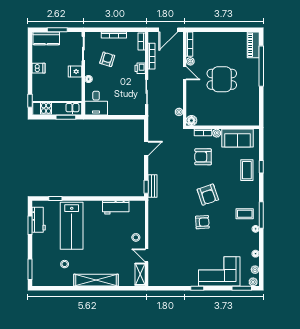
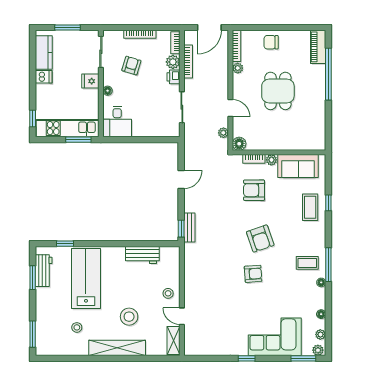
kitchen counter: (46, 38) -> (44, 53), moved, turned -90
chair: (216, 41) -> (271, 42), added
plant: (140, 57) -> (173, 62), added
door: (185, 73) -> (230, 108), moved
dining table: (222, 79) -> (278, 91), turned 90
lab bench: (72, 226) -> (86, 278), turned 180
stool: (105, 256) -> (129, 317), added

